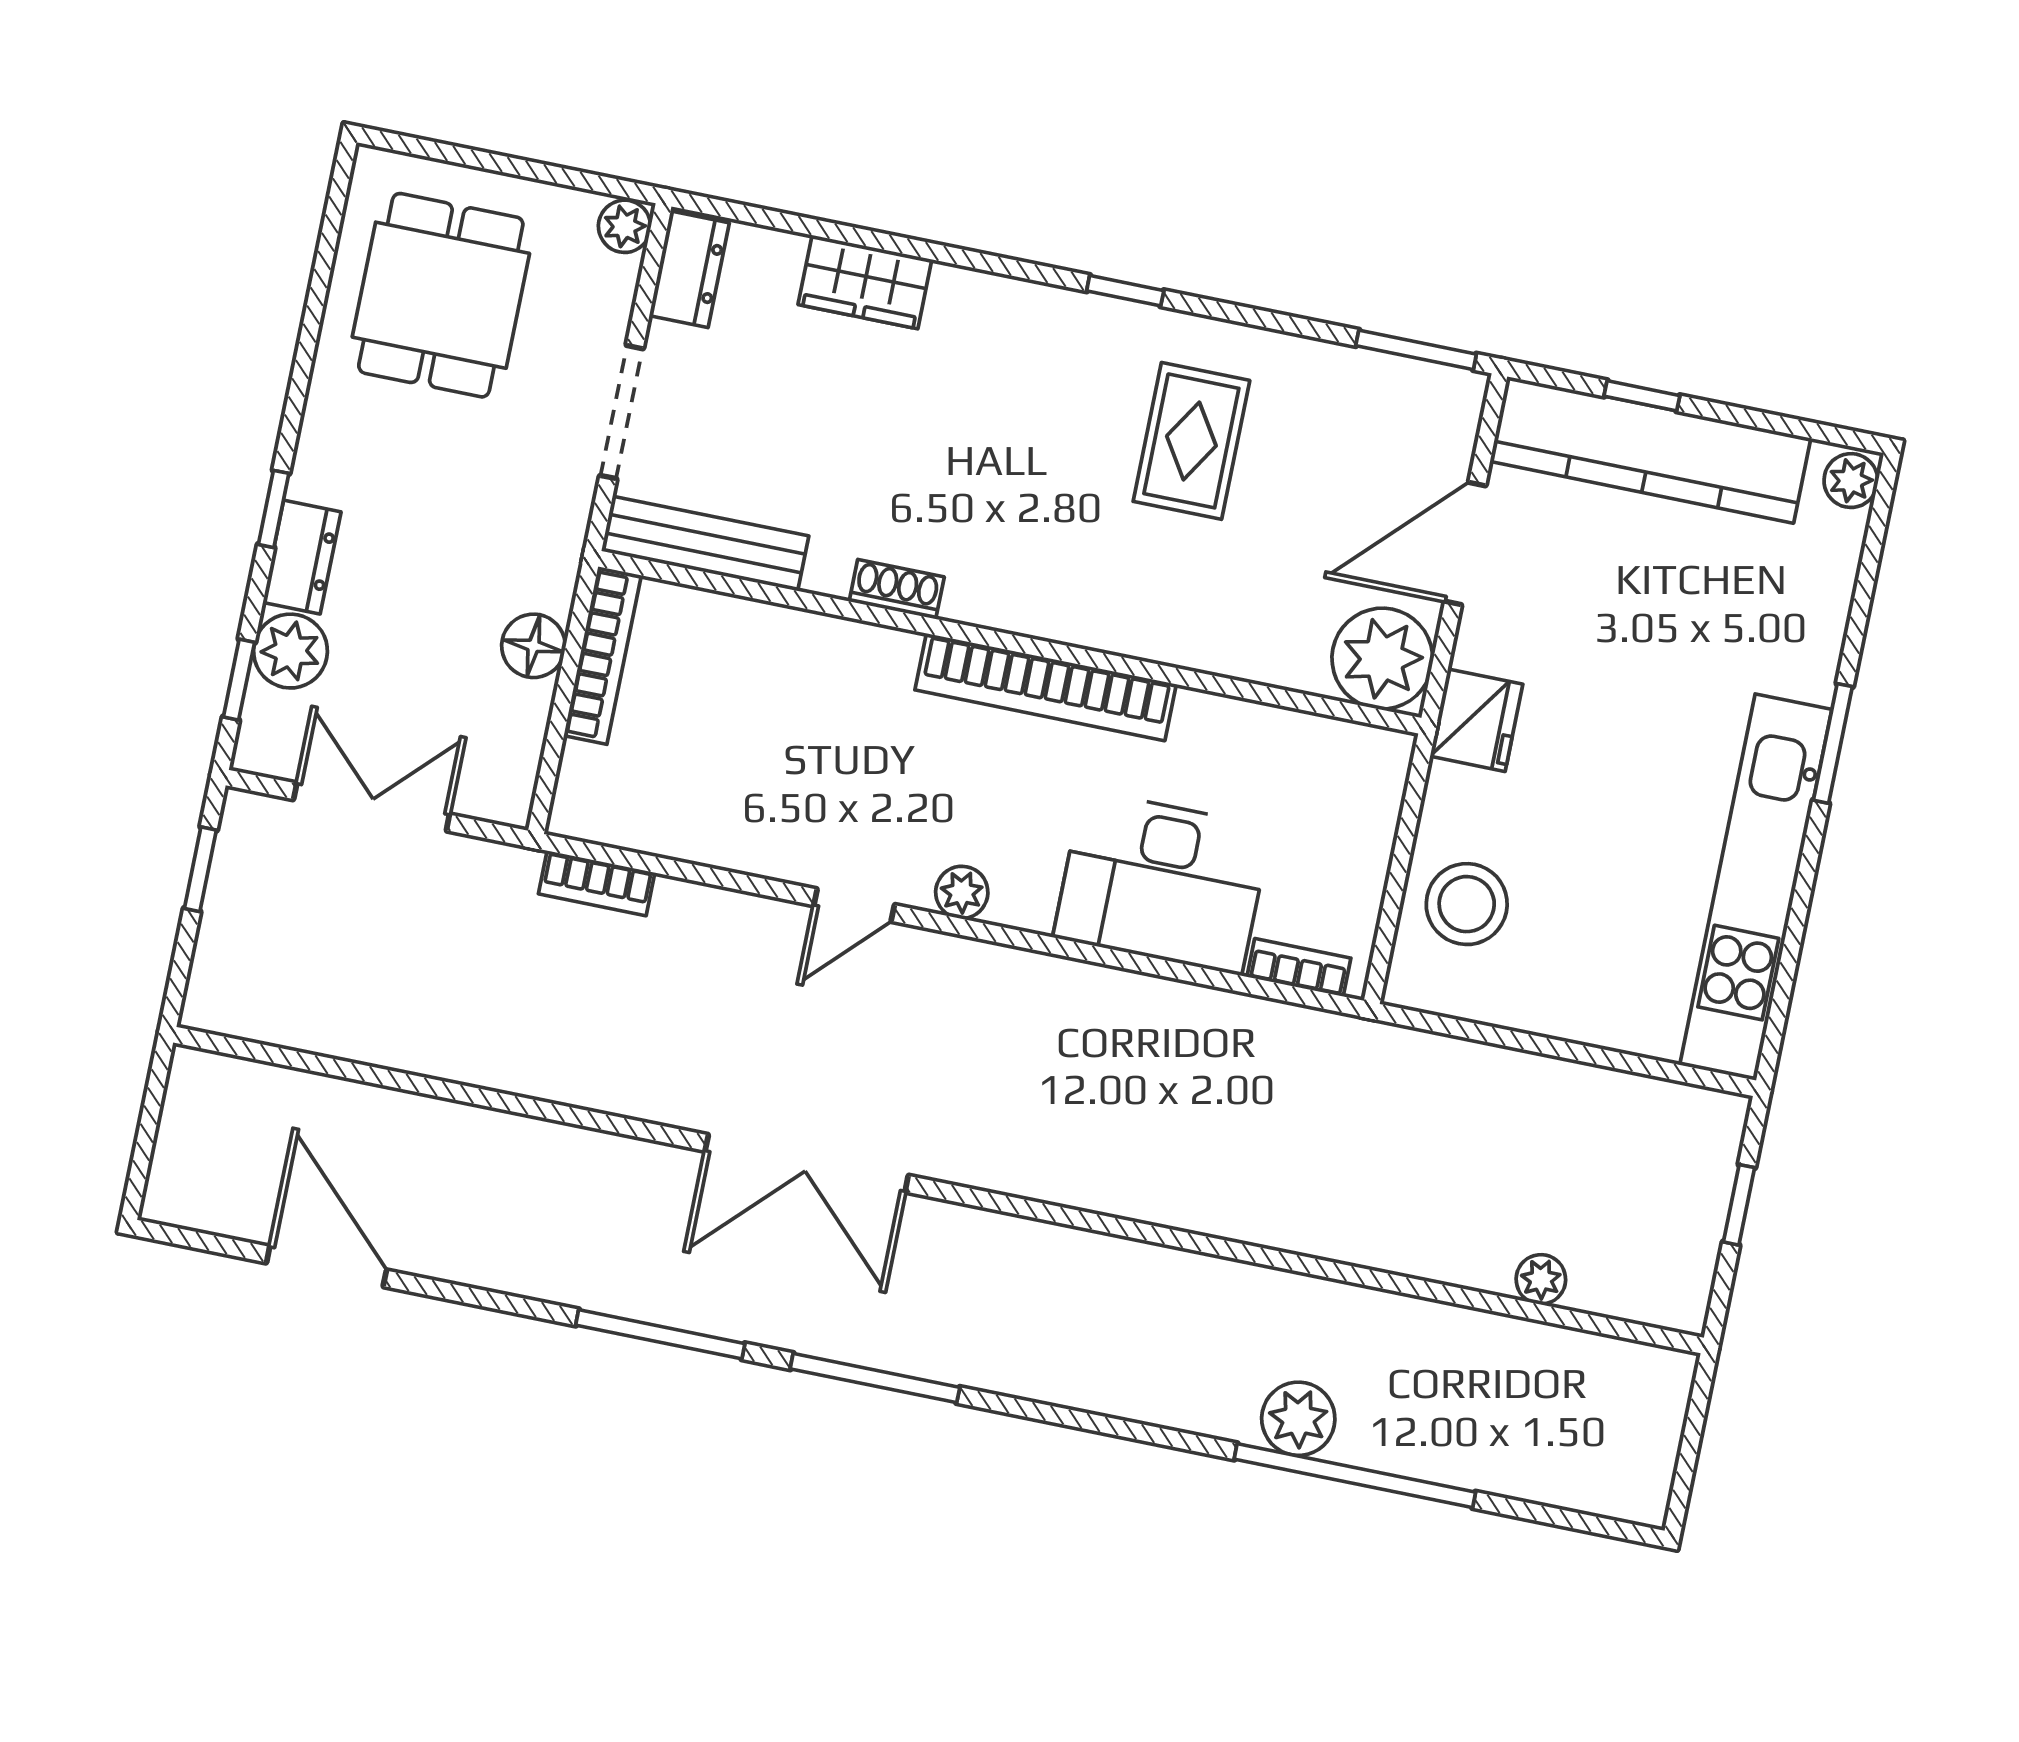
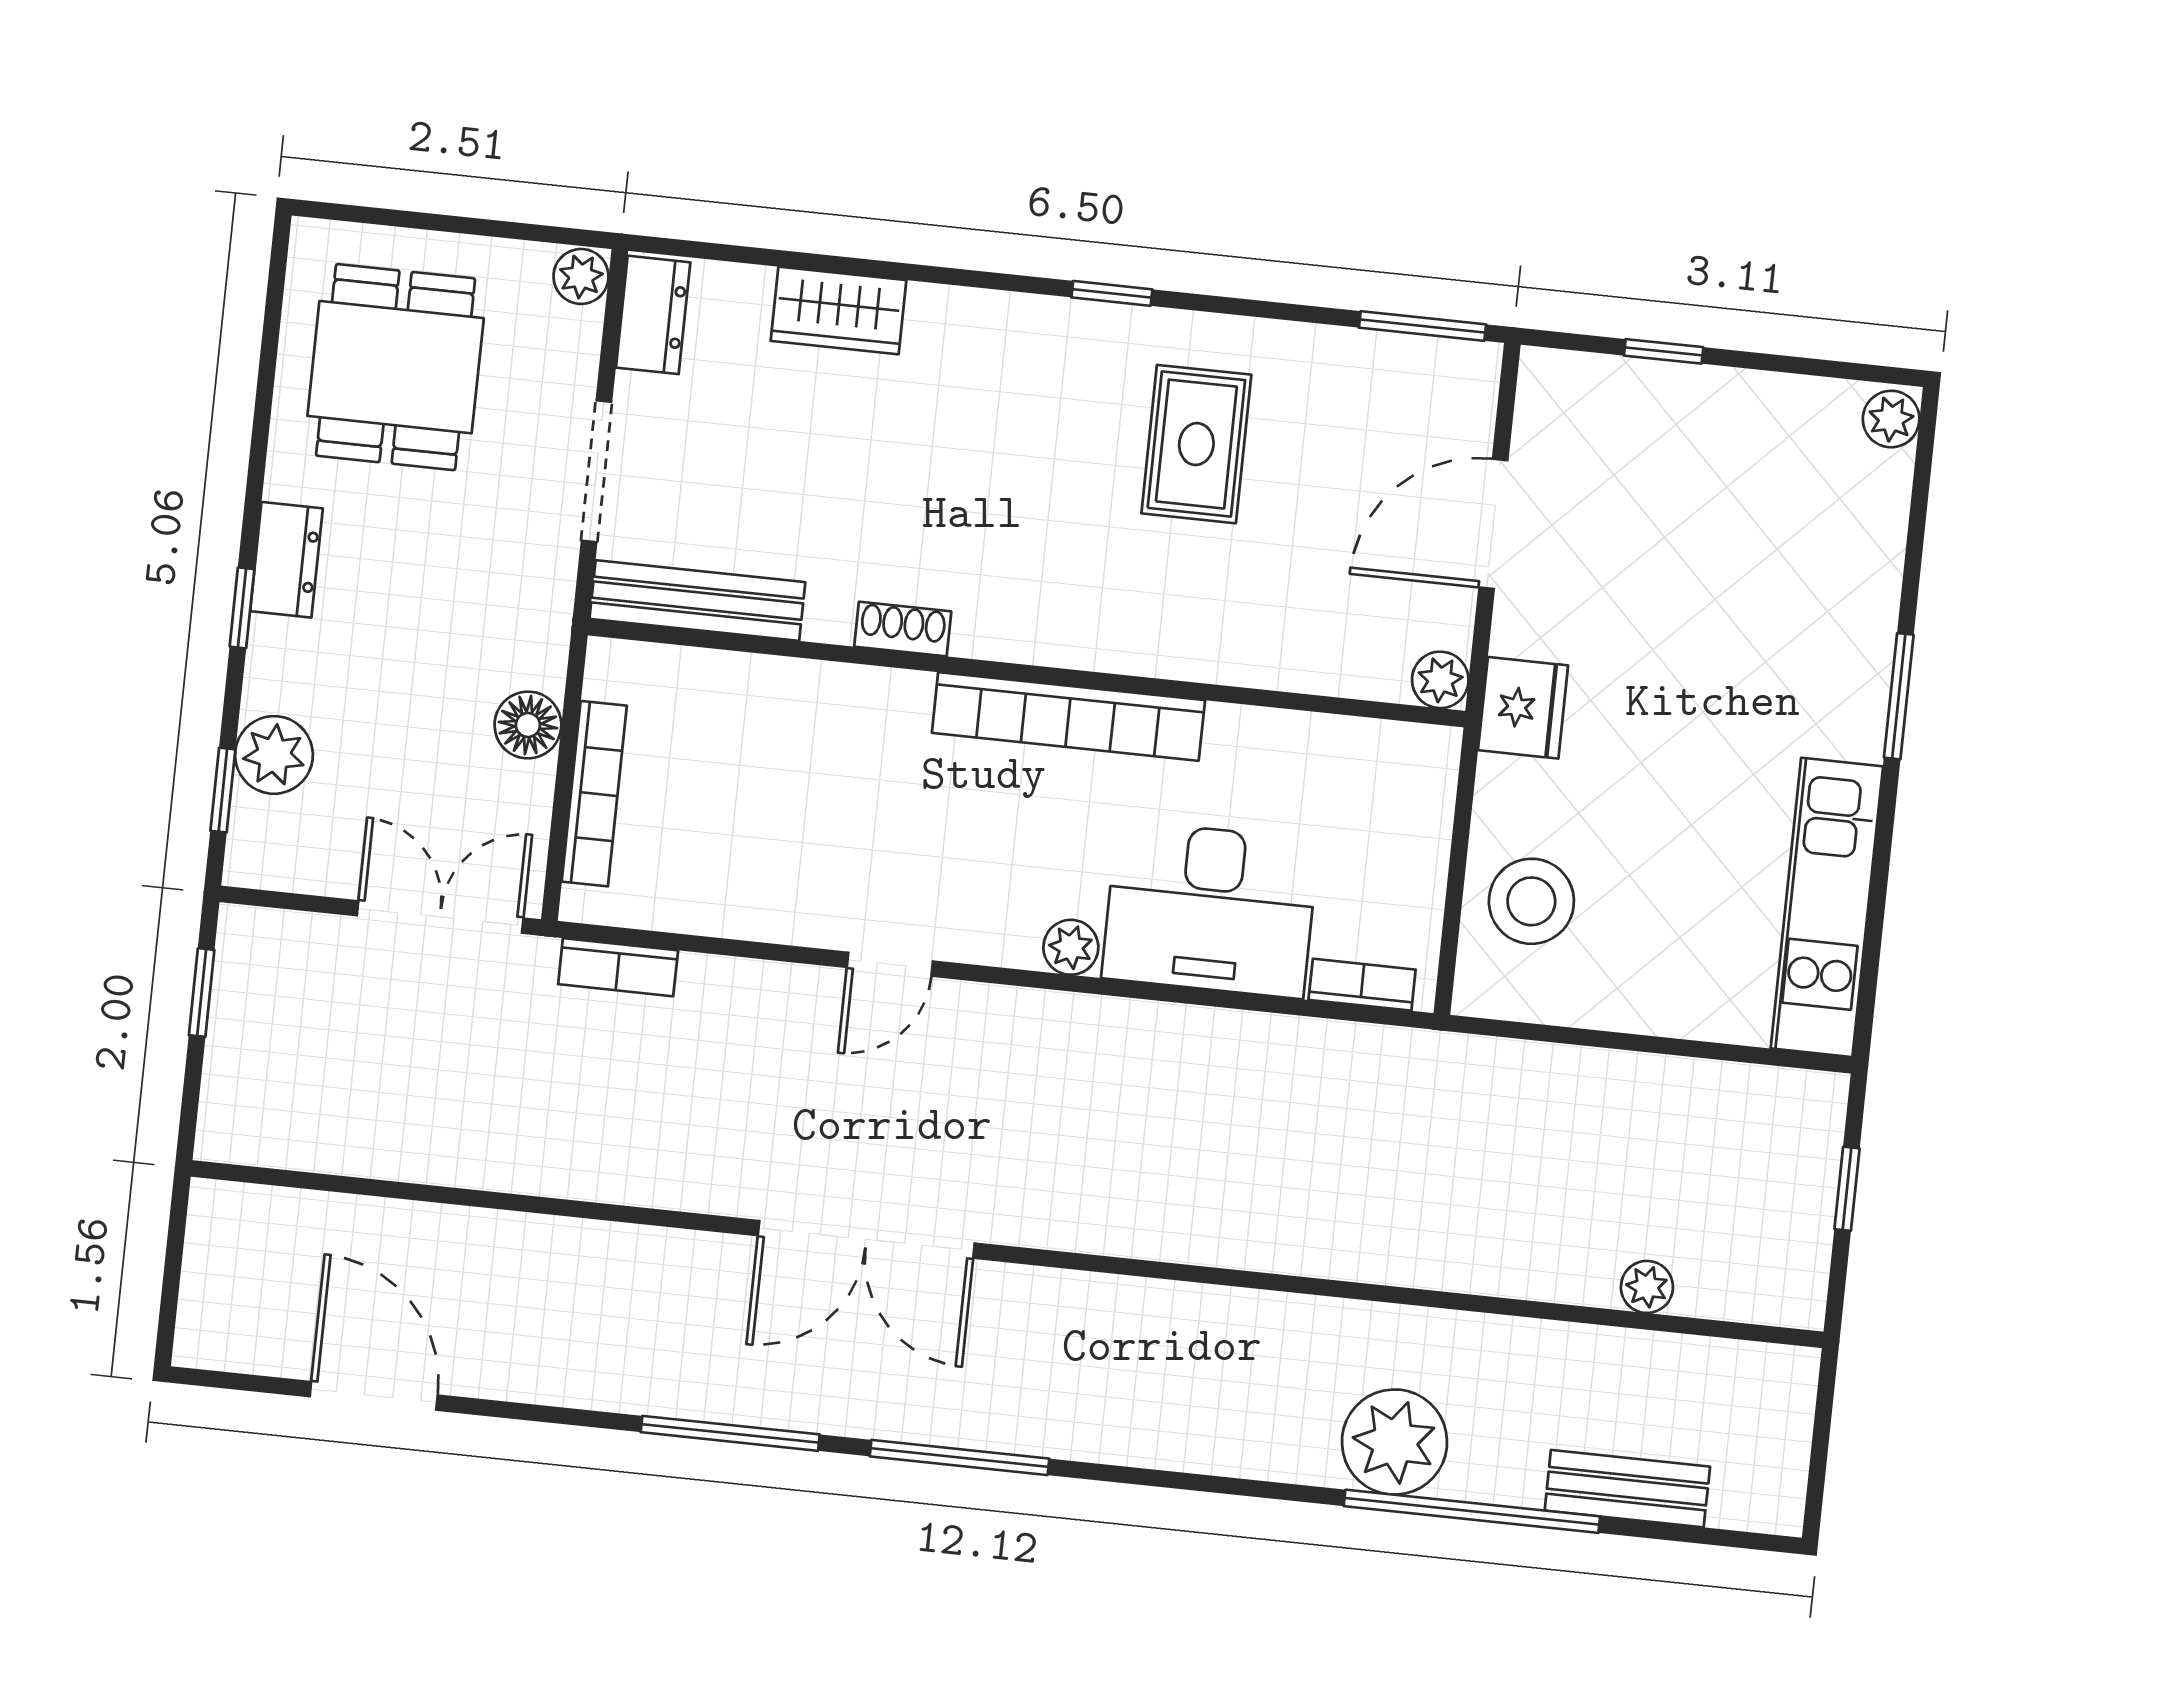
kitchen counter: (1650, 450) -> (1678, 407), removed
dresser: (302, 557) -> (286, 560), moved
bookcase: (603, 655) -> (594, 794), moved
plant: (1382, 659) -> (1440, 680), width x0.53, depth x0.53
double door: (372, 807) -> (440, 917), moved
kitchen unit: (1756, 887) -> (1827, 907), width x0.73
plant: (962, 892) -> (1071, 947), moved
plant: (1298, 1419) -> (1395, 1442), width x1.36, depth x1.36
bench: (1504, 1468) -> (1627, 1489), added

